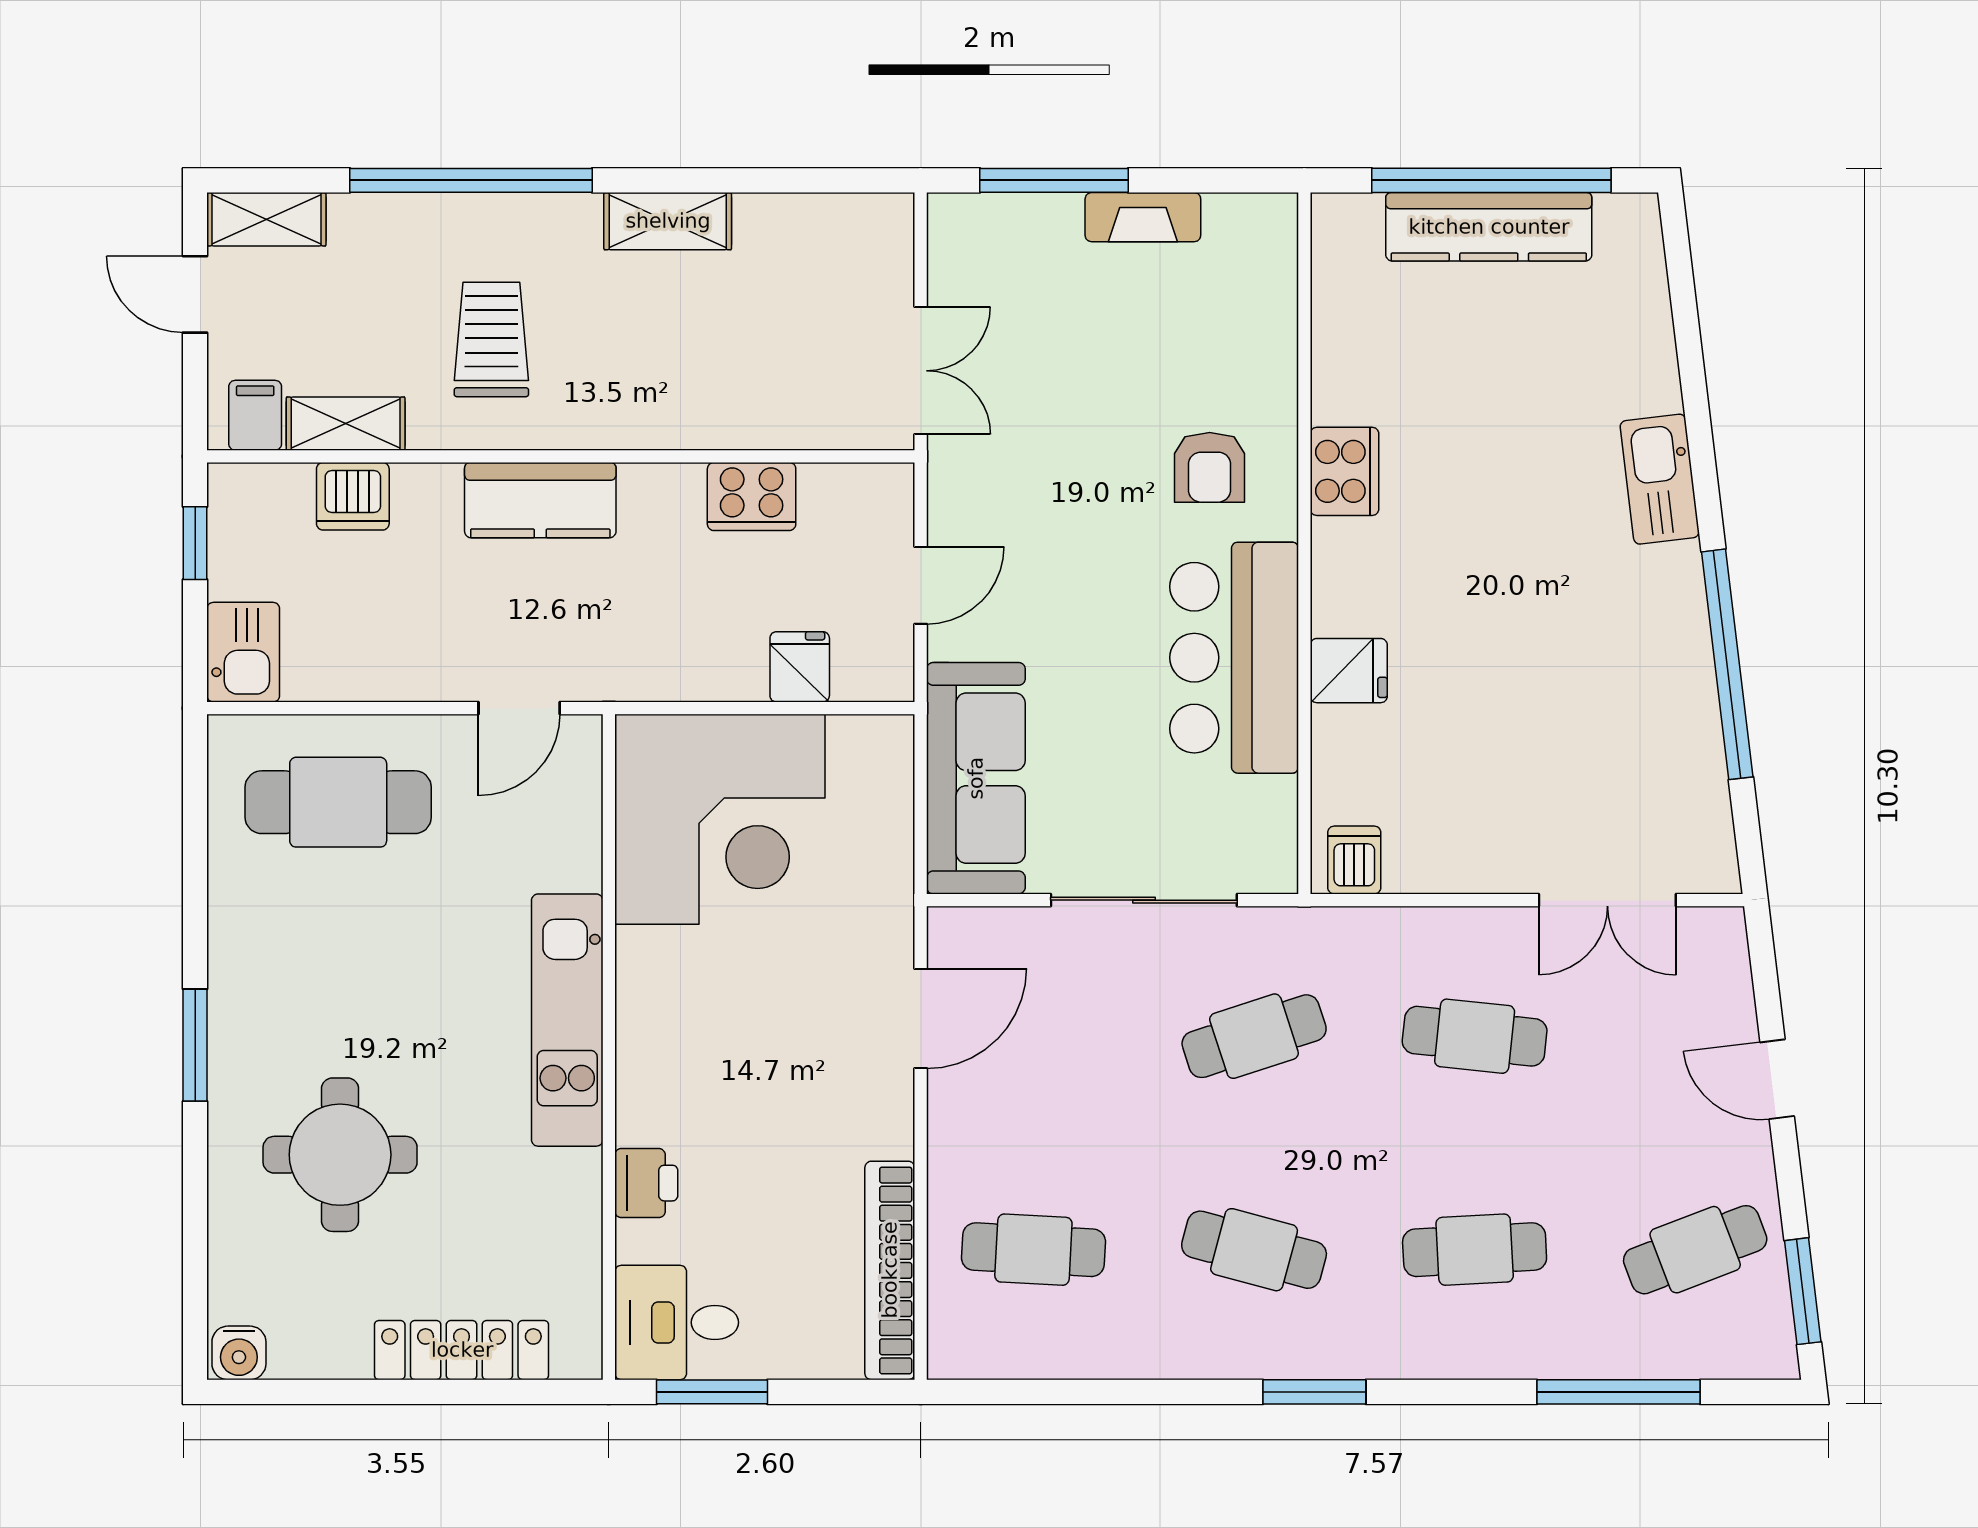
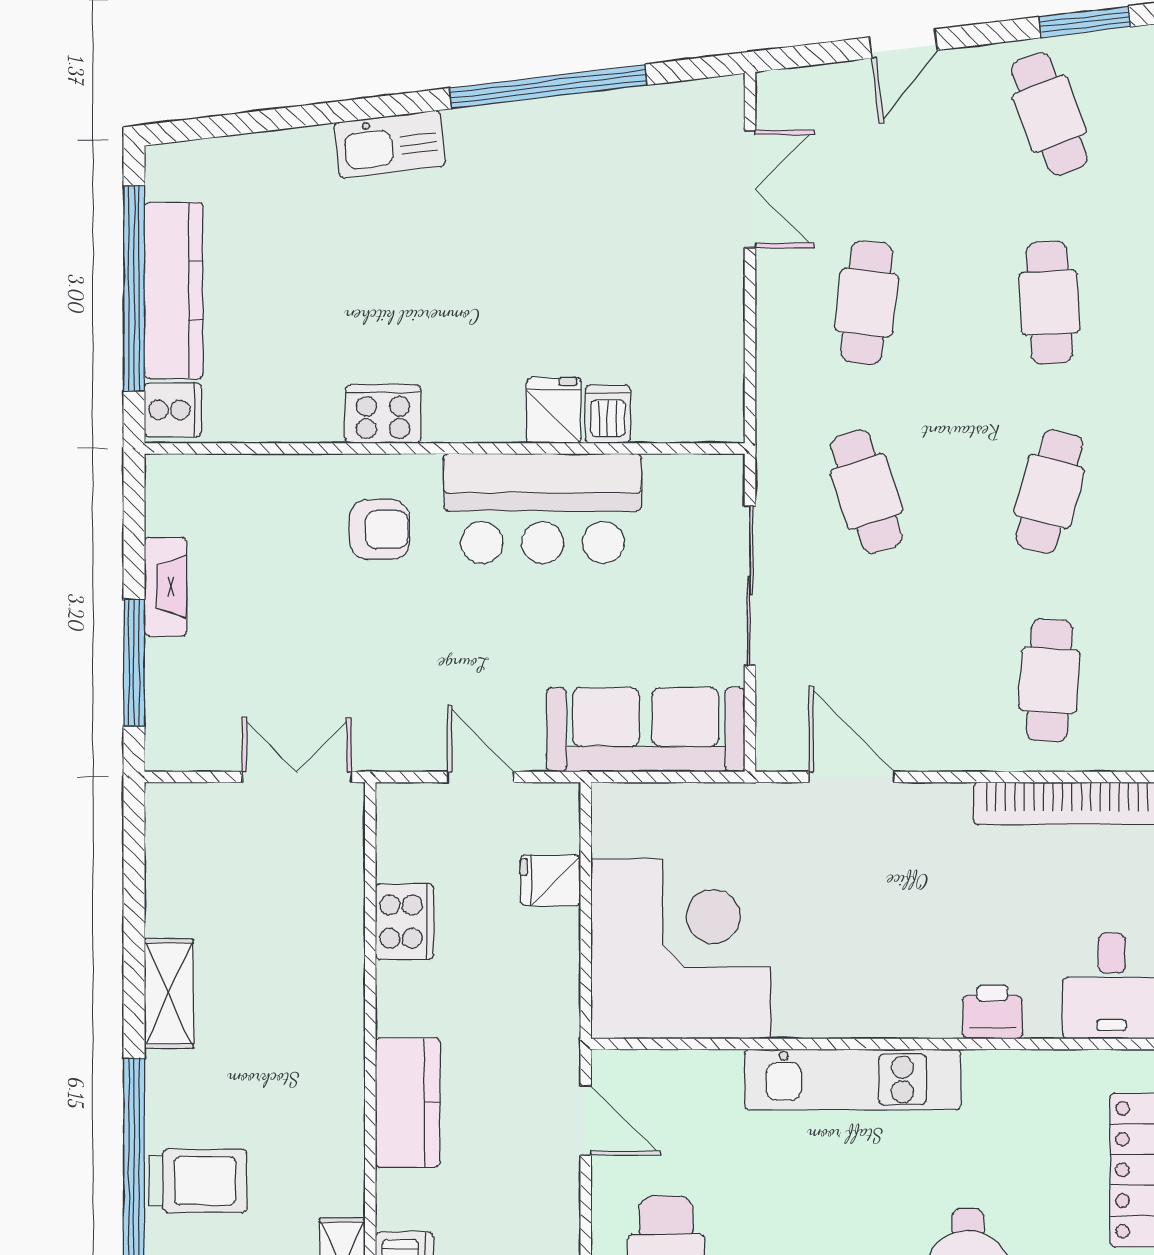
cooker: (1349, 226) -> (173, 410), added
trolley: (491, 339) -> (198, 1181), moved, turned 180
dishwasher: (1354, 860) -> (608, 414), moved, turned 90

